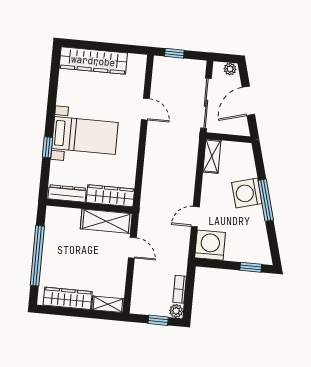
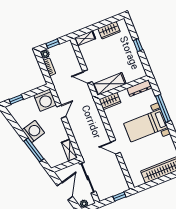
door: (145, 109) -> (116, 147), moved
window: (48, 147) -> (163, 108), width x2.17
washing machine: (247, 193) -> (33, 131), moved
wardrobe: (110, 196) -> (110, 101), width x0.67
window: (266, 200) -> (34, 150), moved
window: (37, 256) -> (138, 45), width x0.32
wardrobe: (68, 298) -> (109, 30), width x0.67

